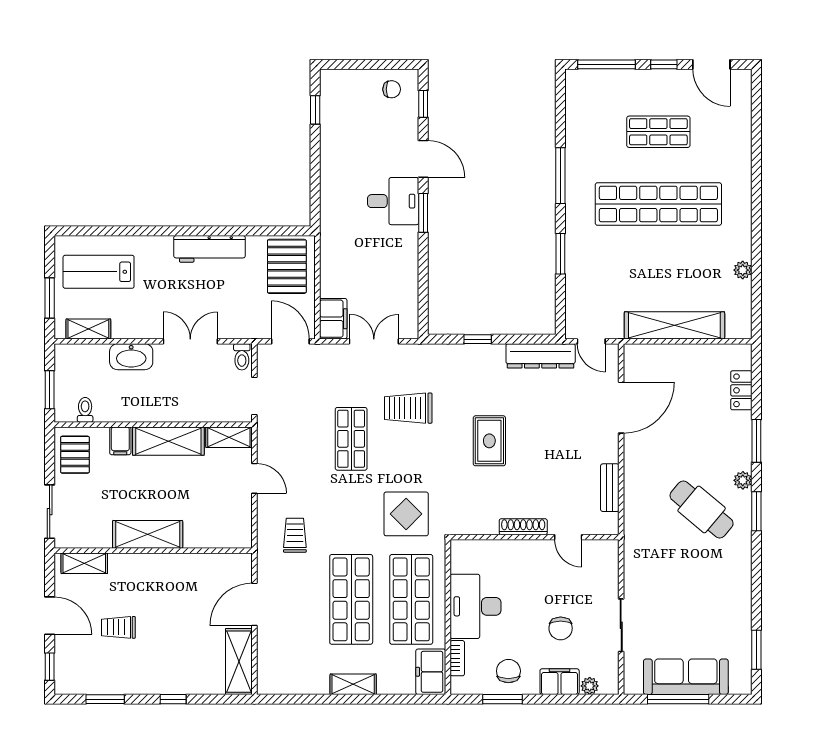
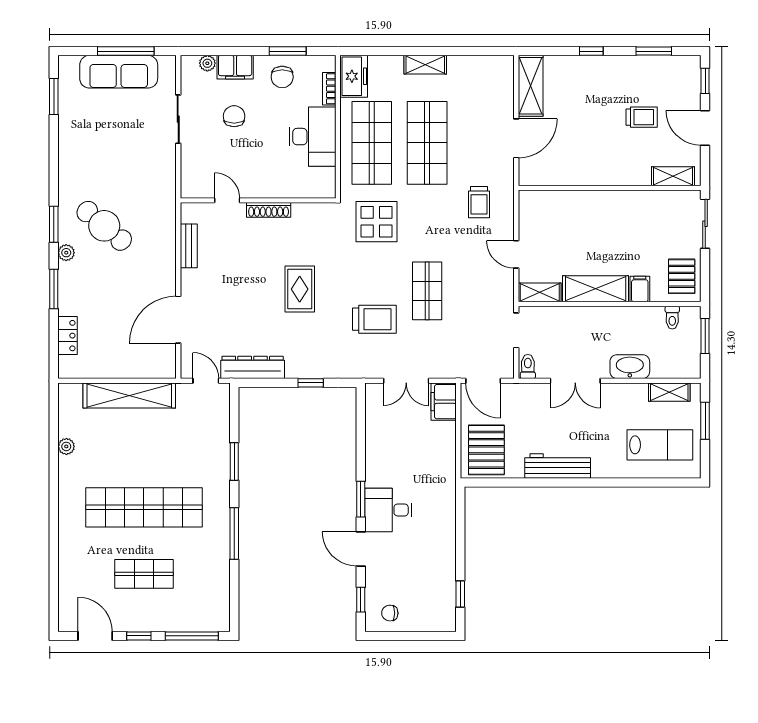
shelving: (148, 534) -> (615, 203), removed

